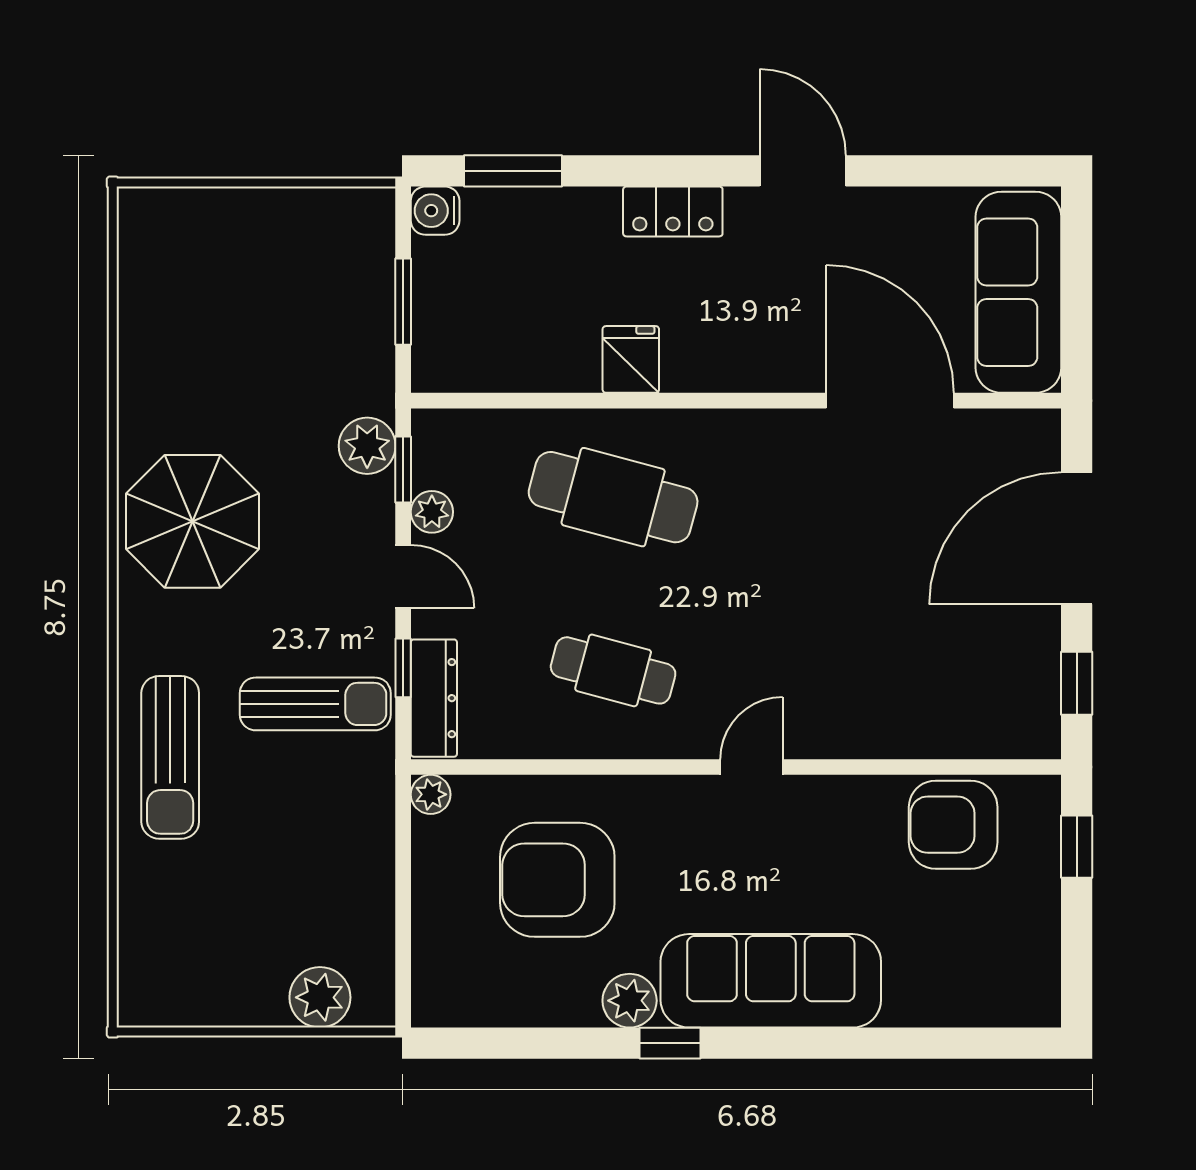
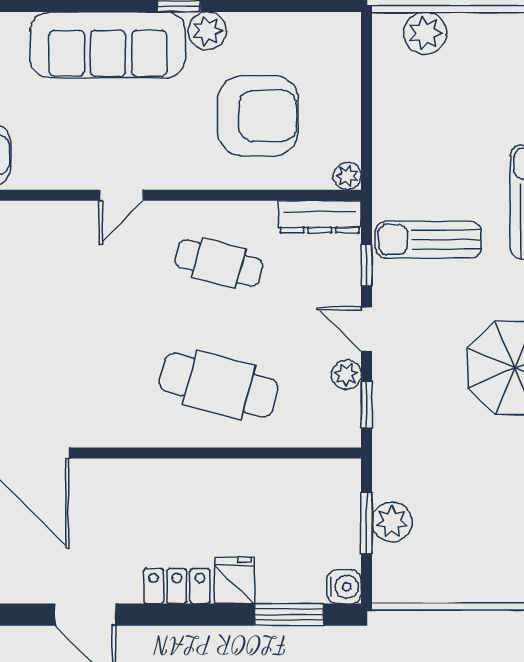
fridge: (631, 359) -> (234, 580), moved, turned 180
plant: (367, 446) -> (392, 522), moved
dresser: (434, 698) -> (320, 217), moved, turned -90

